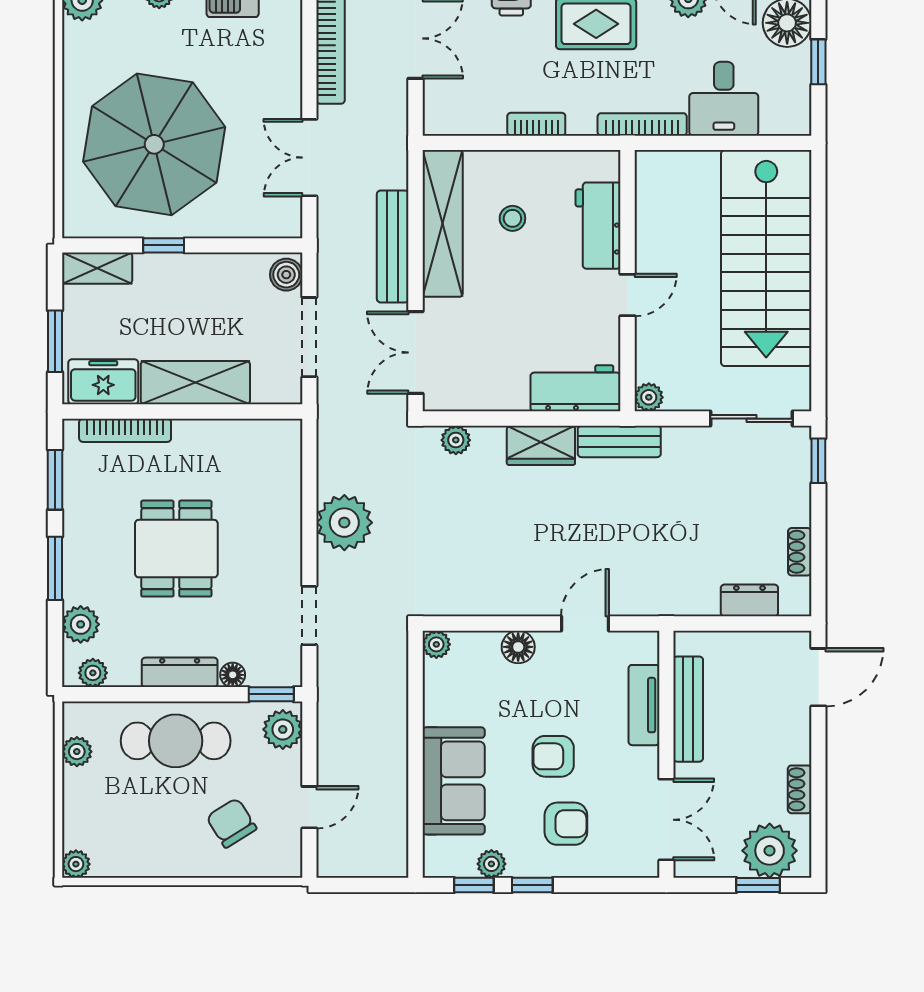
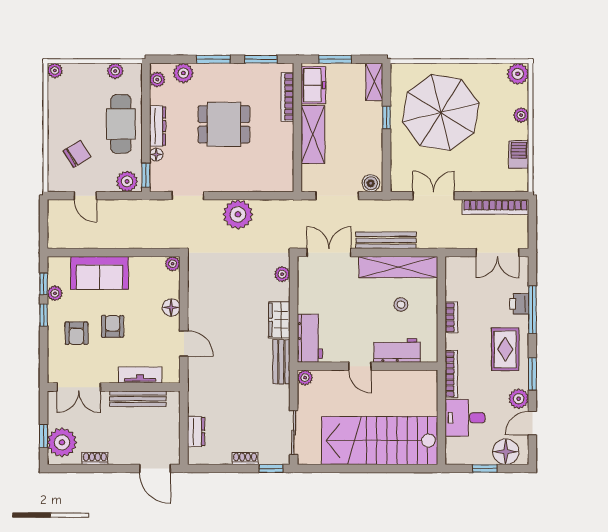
shoe rack: (800, 552) -> (245, 458), moved

